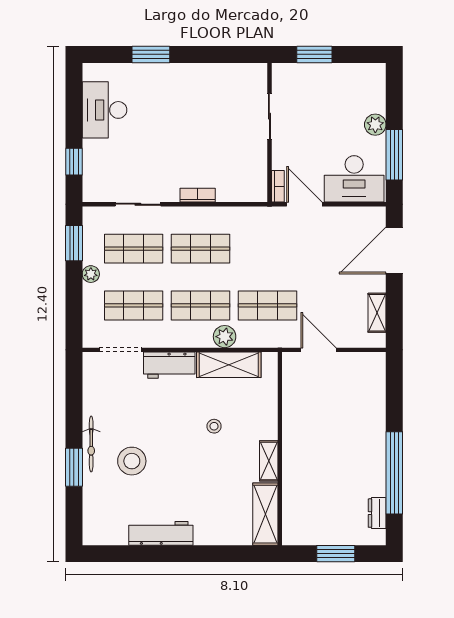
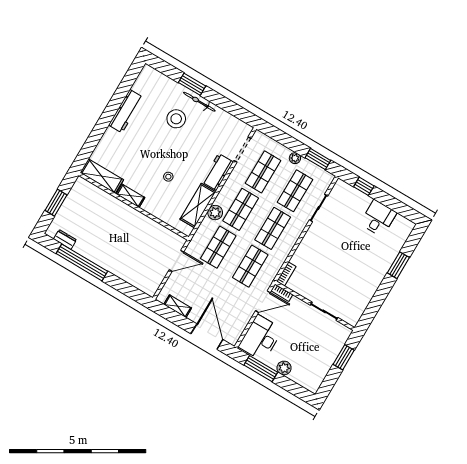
desk: (104, 110) -> (378, 218), width x0.73
bookcase: (198, 195) -> (286, 274), moved
shop shelf: (268, 249) -> (250, 266), added

